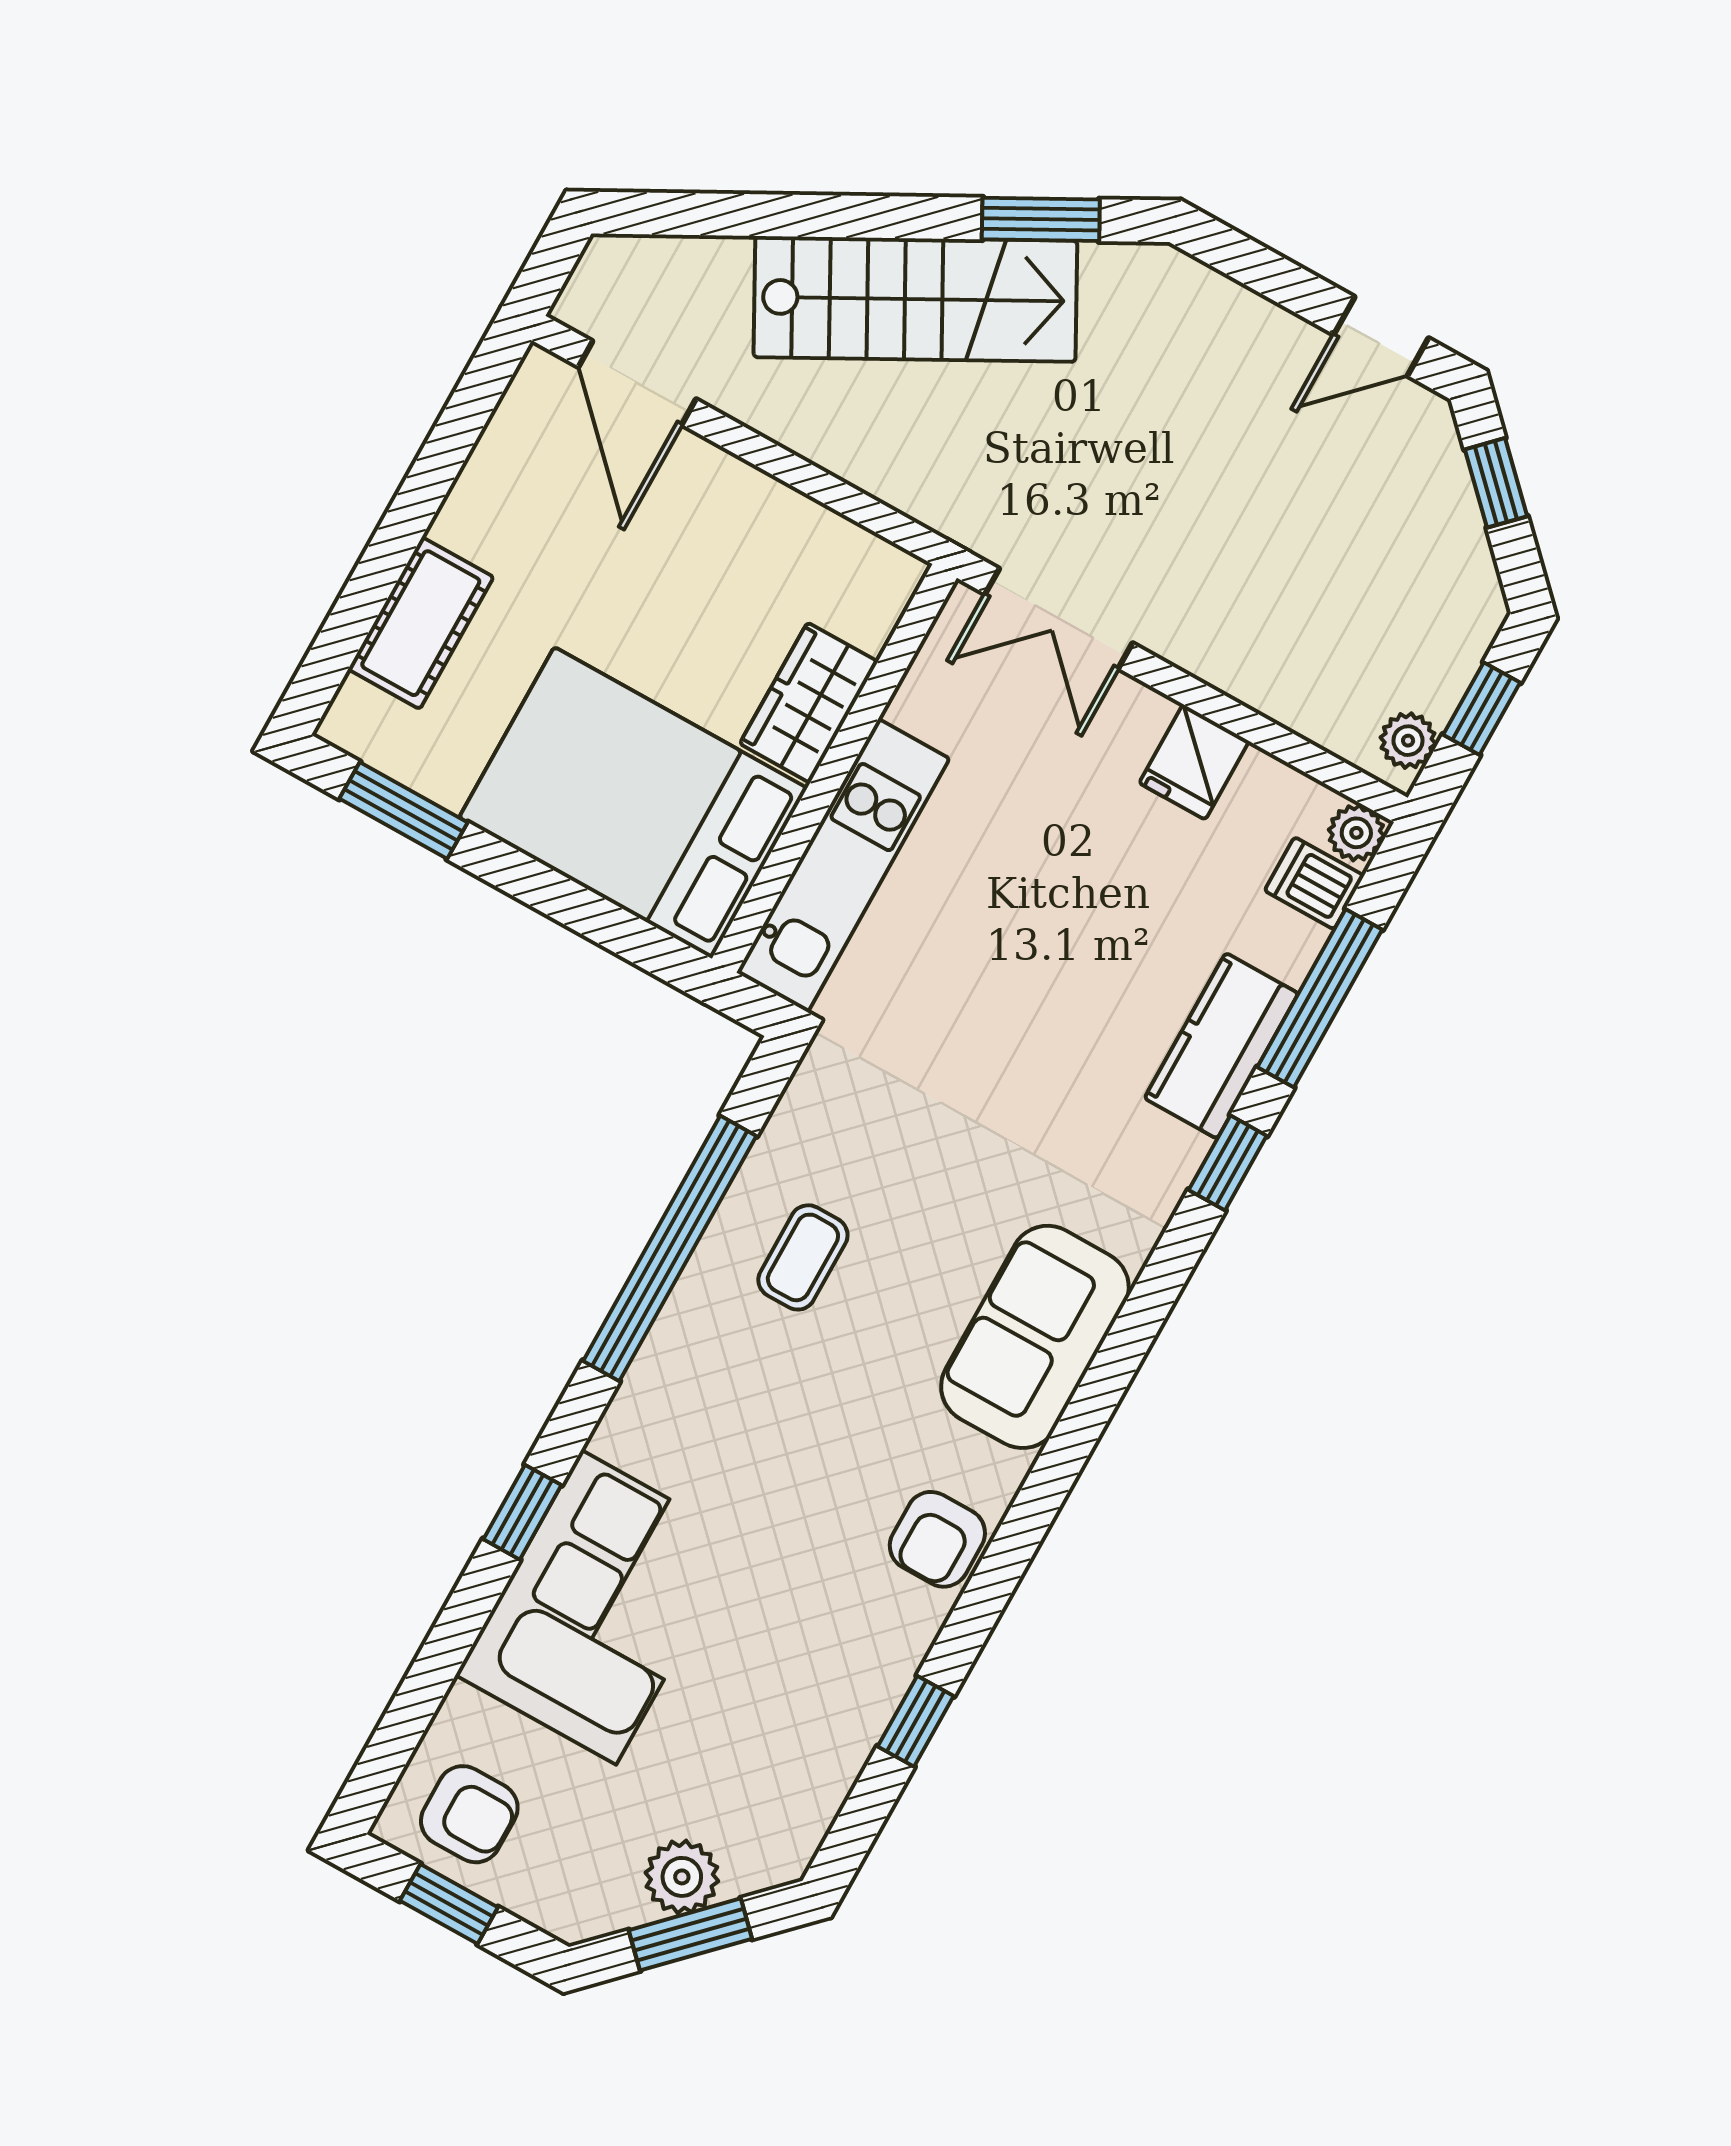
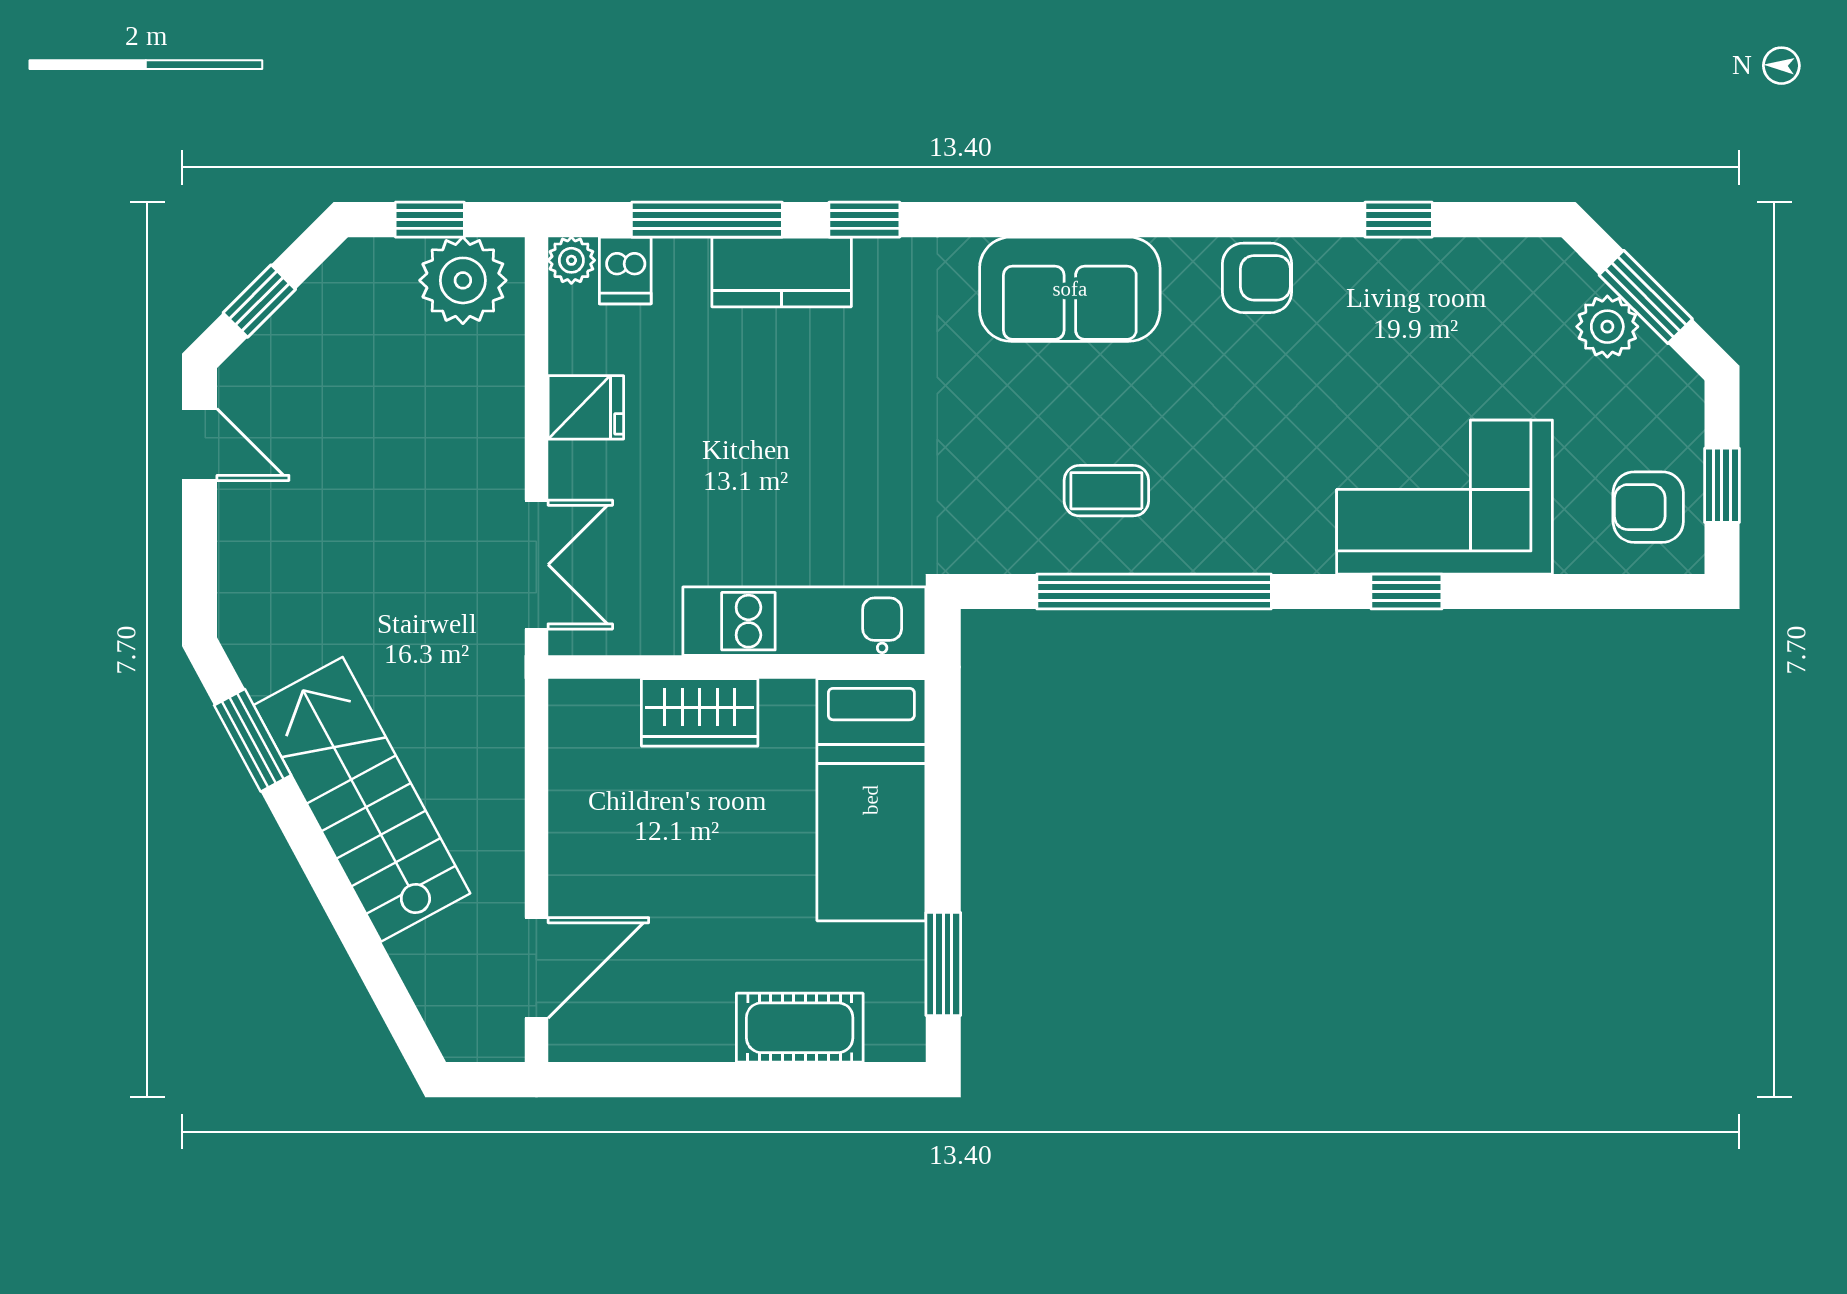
plant: (1408, 741) -> (463, 280), width x1.87, depth x1.87
bed: (633, 803) -> (871, 800), width x0.67
armchair: (469, 1814) -> (1648, 507), turned -90

